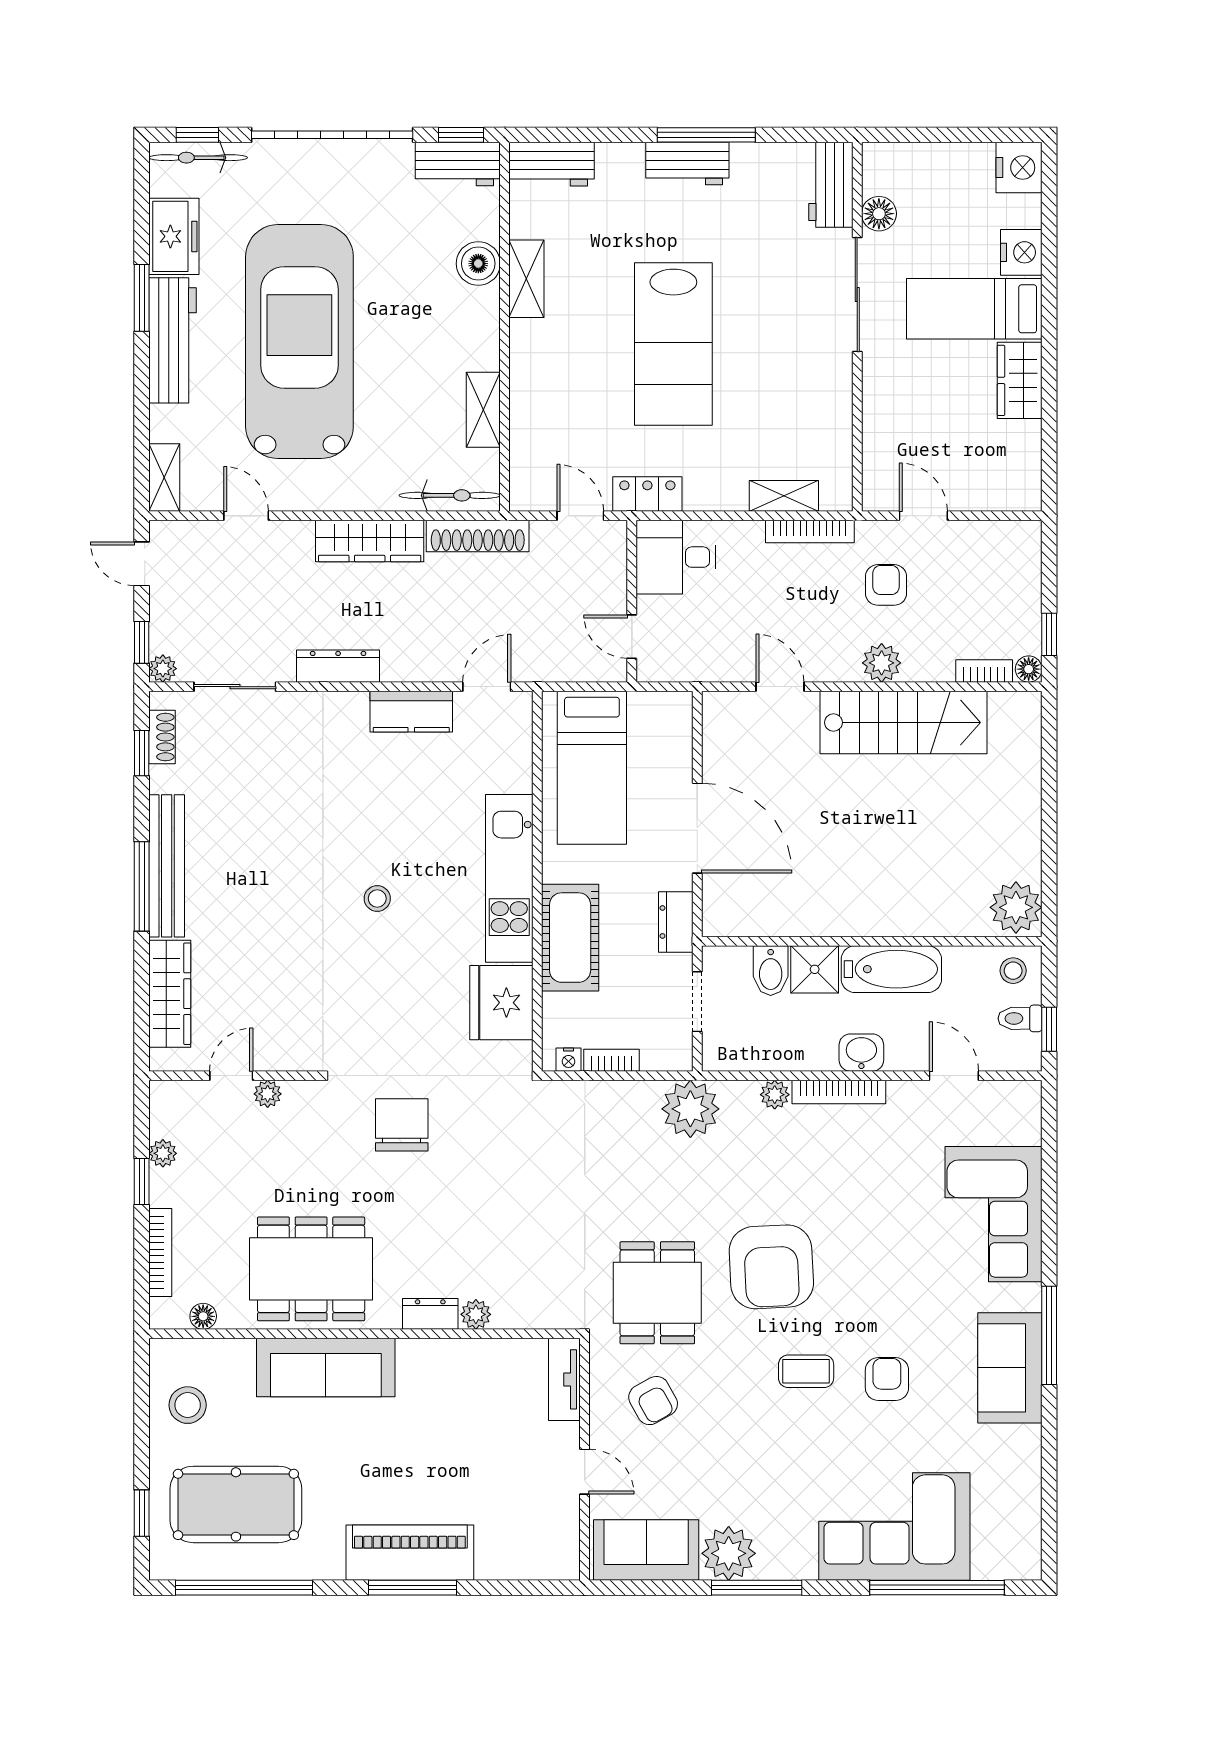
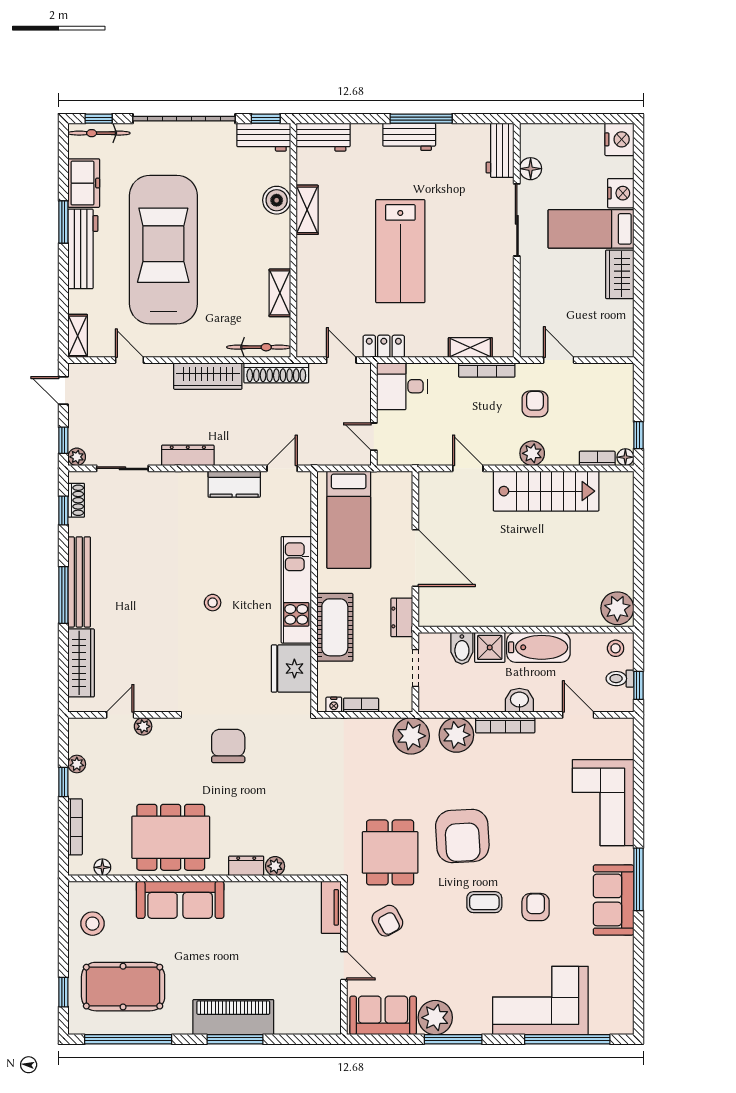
plant: (775, 1095) -> (456, 735), width x1.88, depth x1.88

